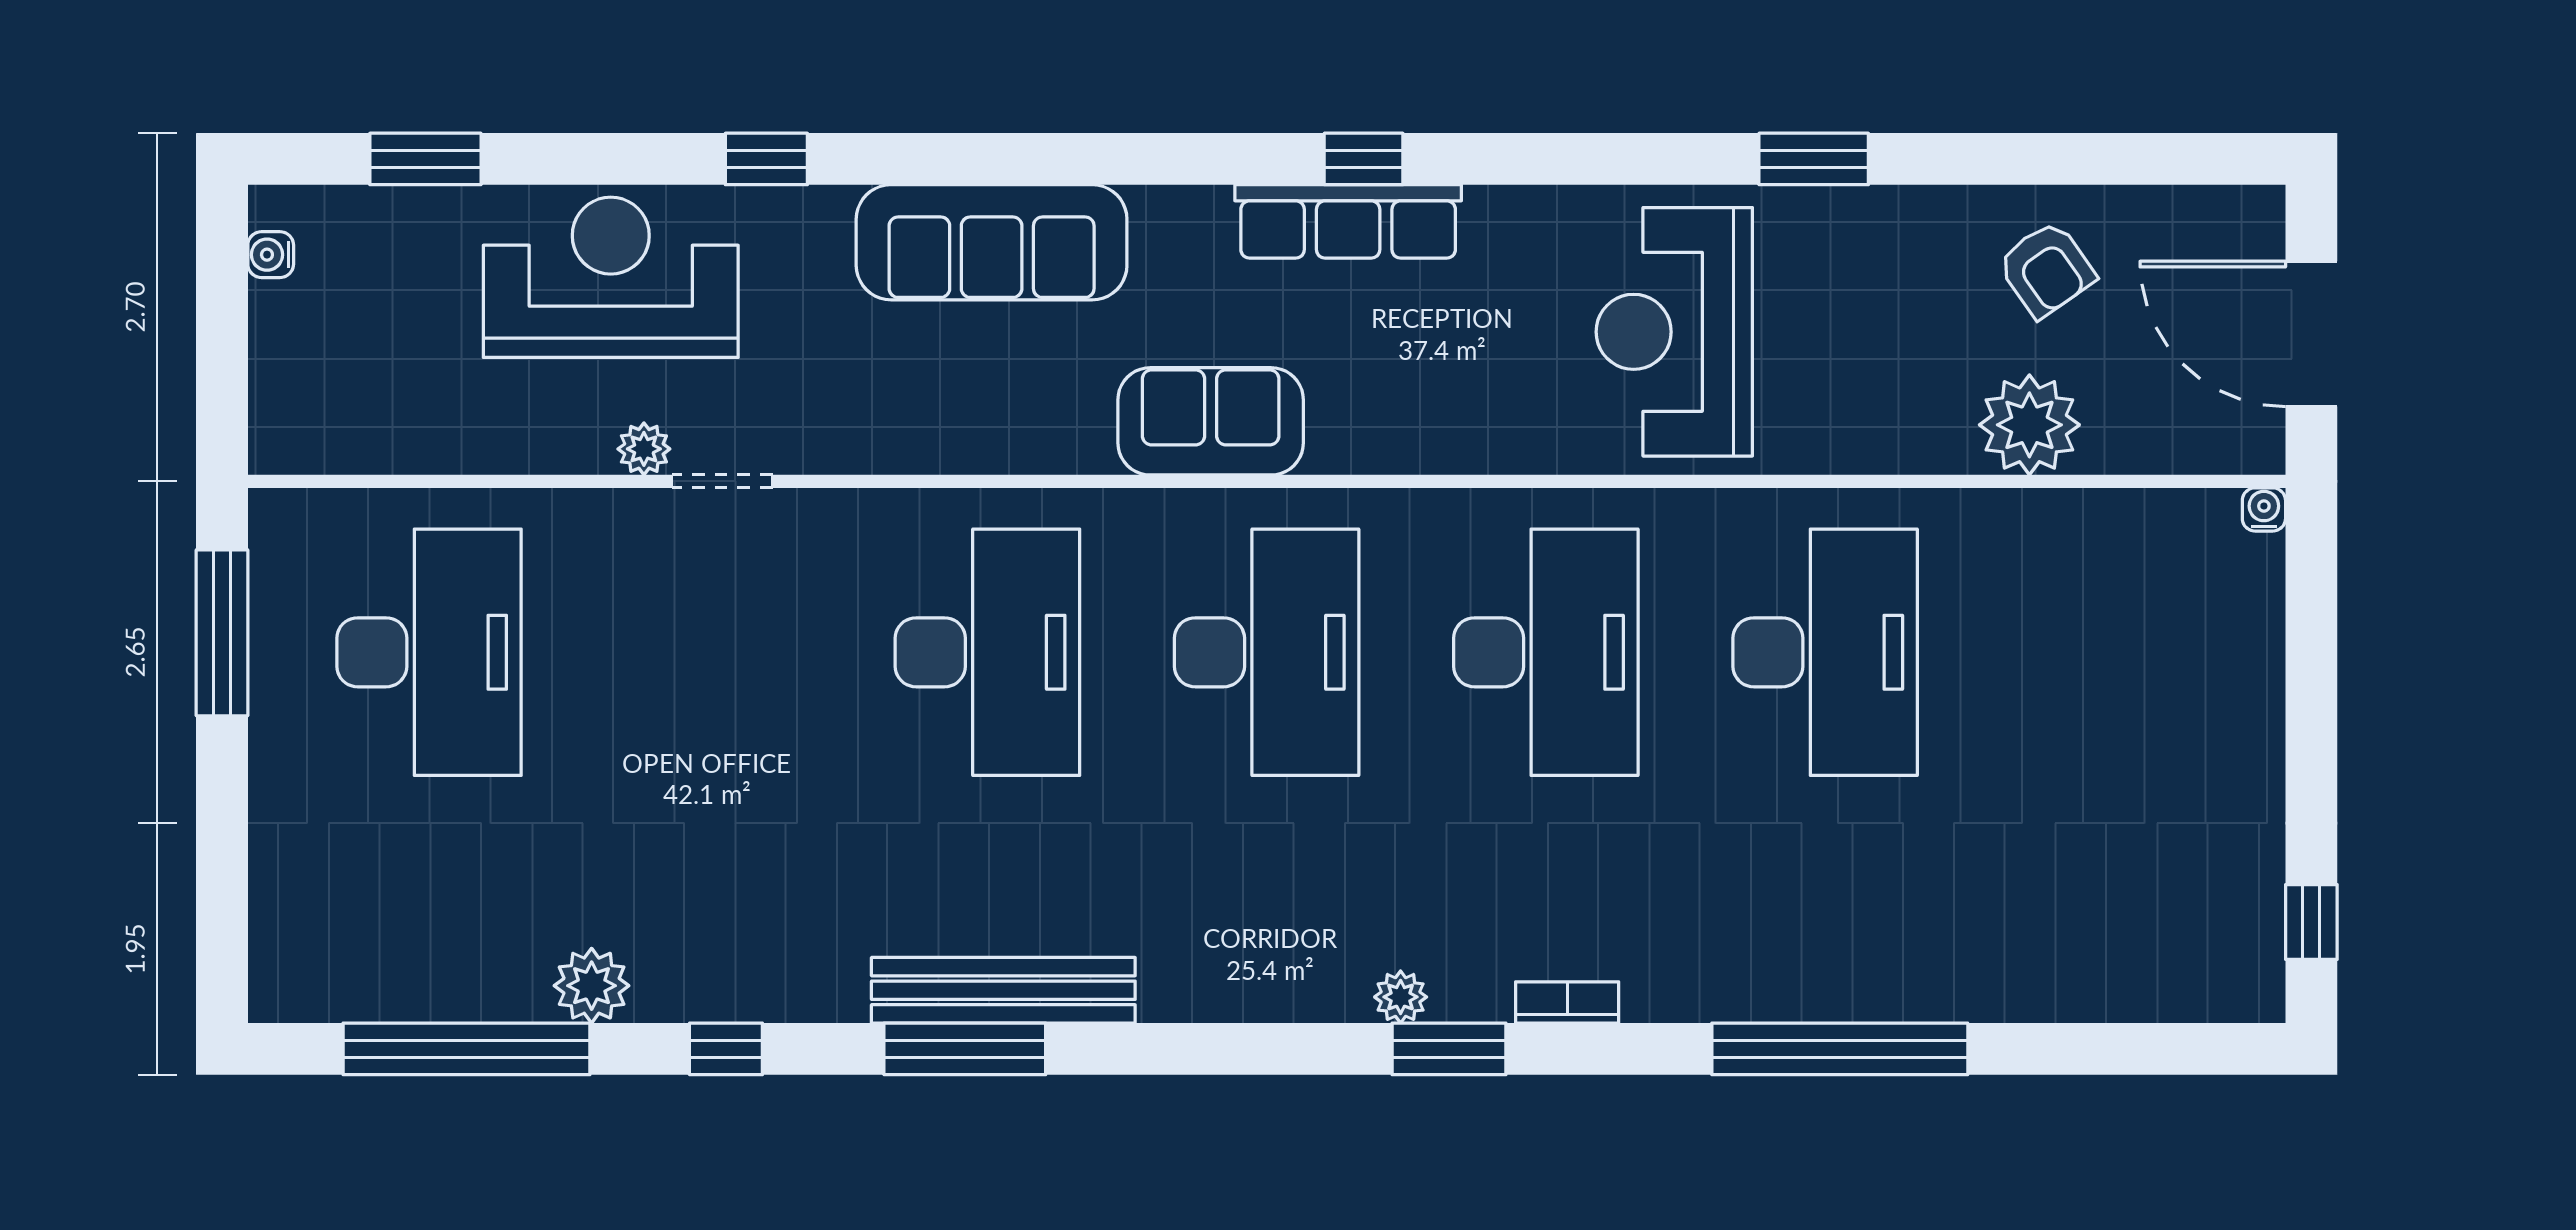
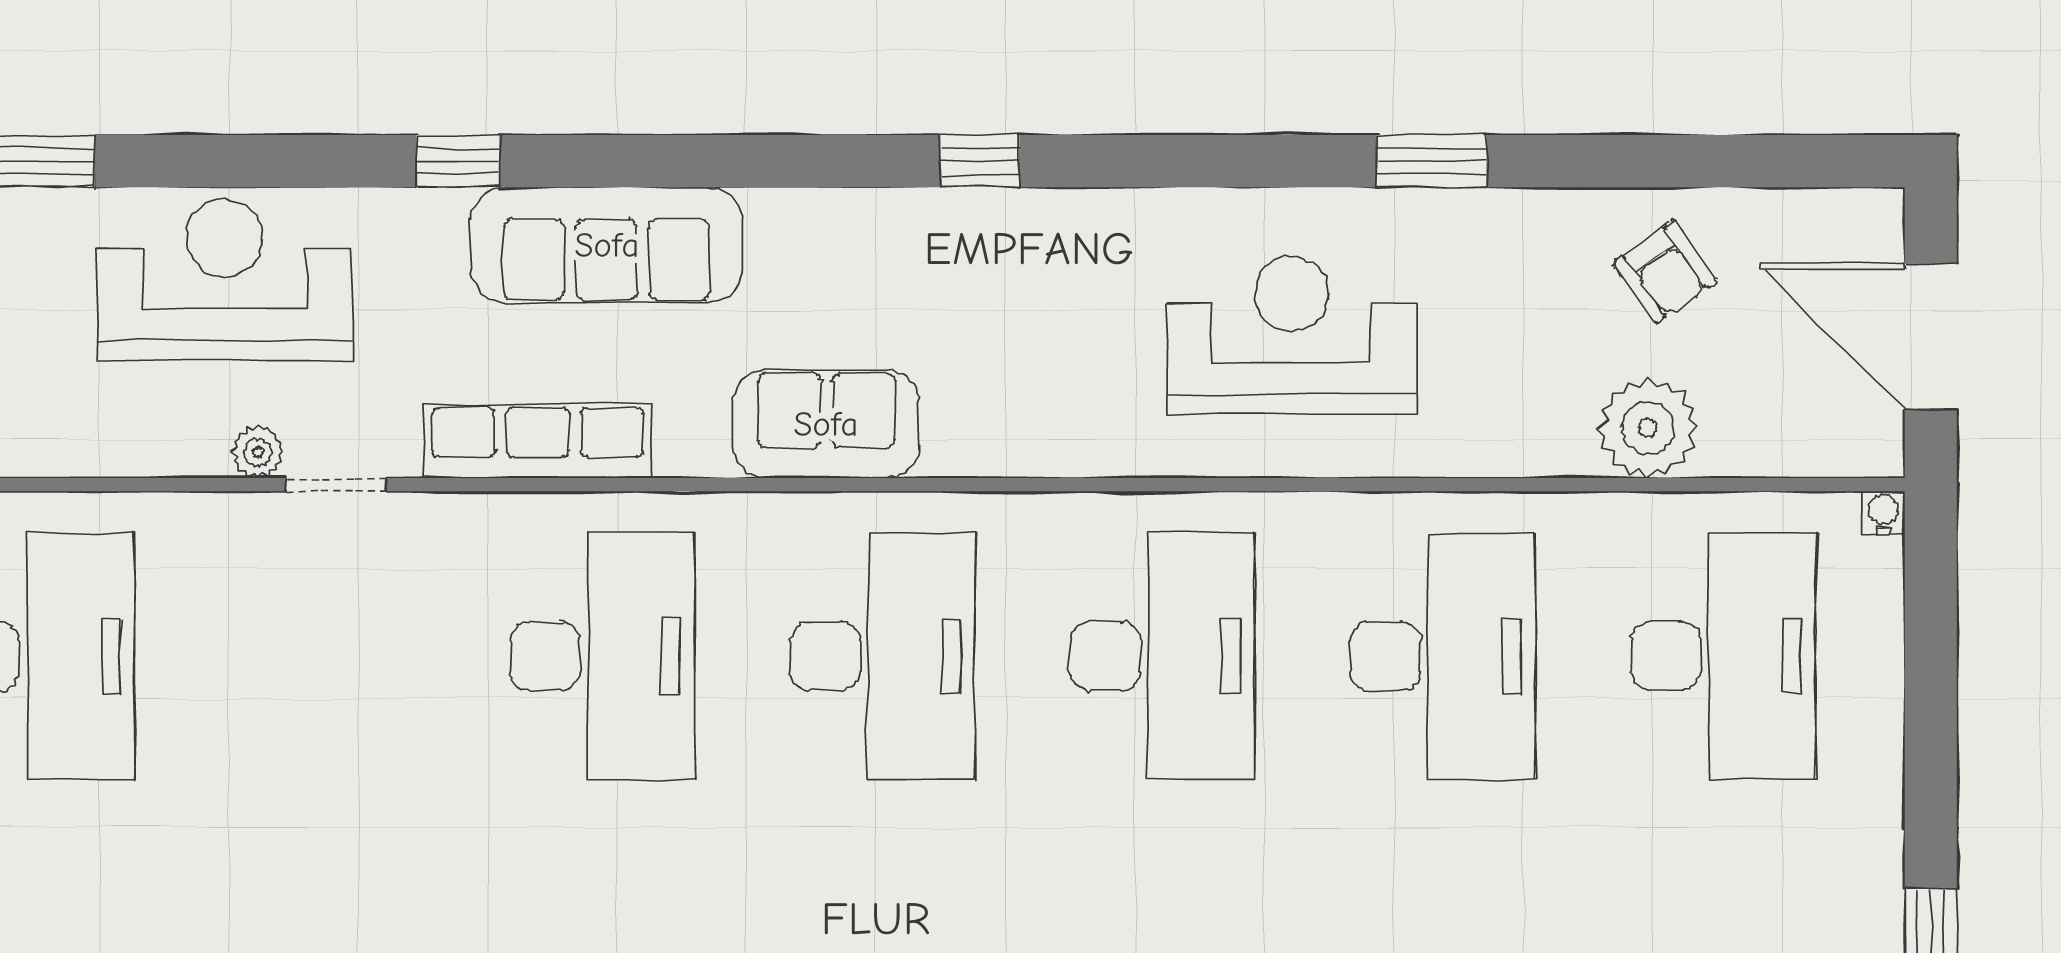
window: (766, 159) -> (458, 161), moved
row of seats: (1348, 221) -> (538, 441), moved, turned 180
reception desk: (1674, 332) -> (1292, 335), turned 90
desk: (2104, 652) -> (1723, 656), added

